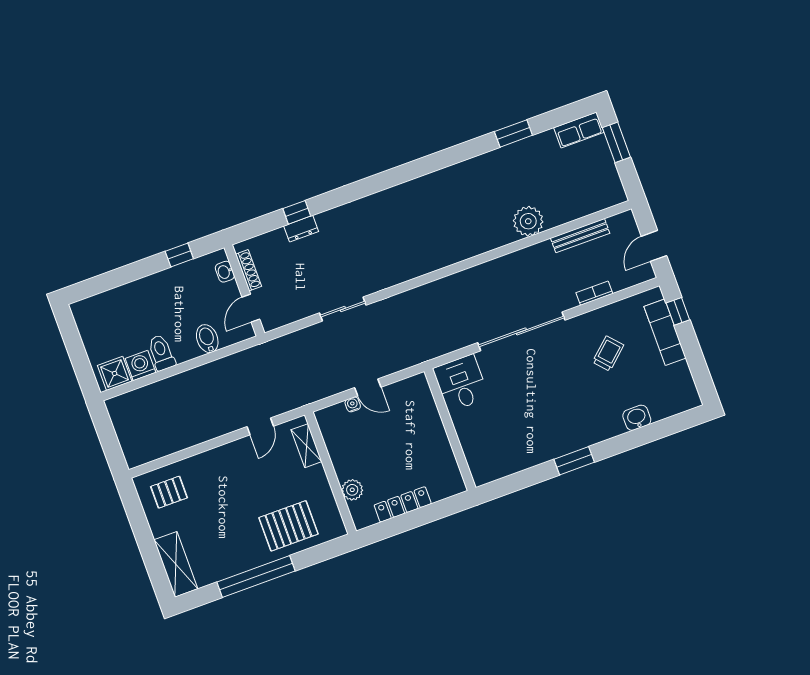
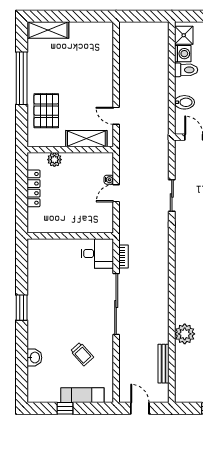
bookcase: (594, 293) -> (124, 256), moved
window: (678, 311) -> (65, 408), moved
shelving: (306, 446) -> (86, 139), width x1.50, depth x1.33
pallet: (169, 492) -> (95, 42), removed

